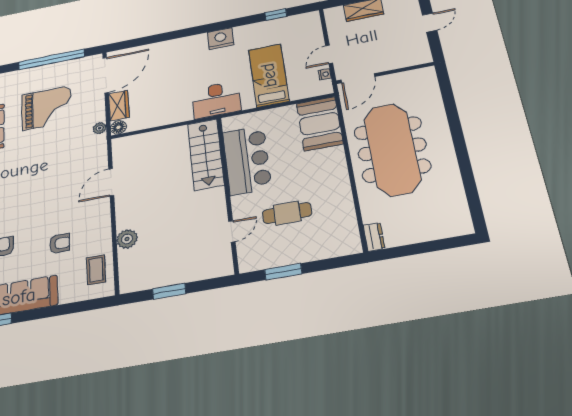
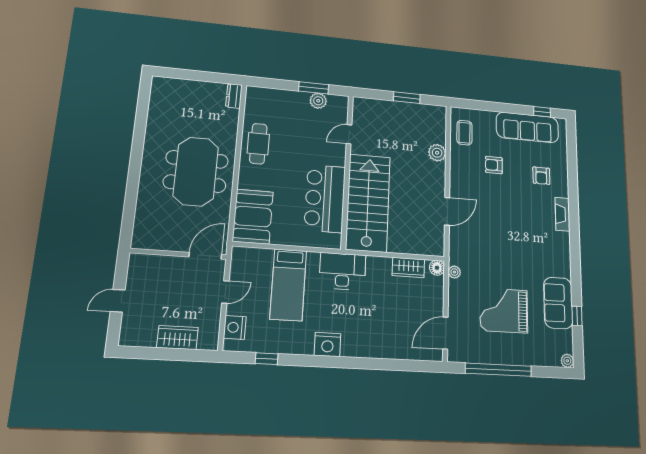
nightstand: (325, 74) -> (235, 327), moved, width x1.89, depth x1.79
door: (106, 75) -> (445, 333), width x0.73
wardrobe: (119, 105) -> (408, 267), moved, turned -90
meeting table: (392, 149) -> (196, 171), width x0.73
stairs: (206, 154) -> (368, 203), width x1.36, depth x1.51
cafe table: (287, 213) -> (258, 144), moved, turned 90
plant: (275, 258) -> (318, 101), added

